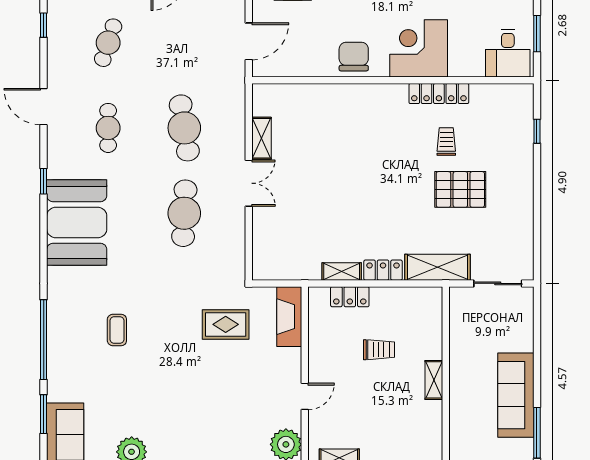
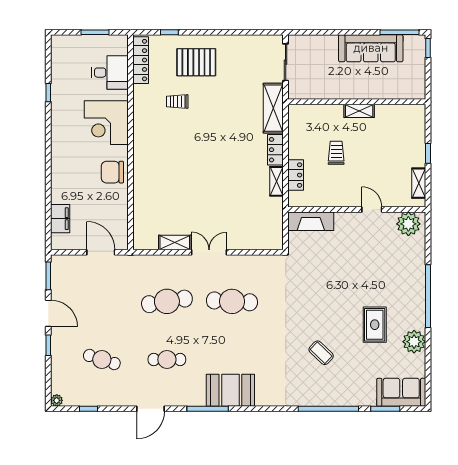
desk: (508, 53) -> (110, 73), moved
locker: (439, 94) -> (141, 60), moved
window: (44, 181) -> (208, 409), width x2.17
pallet: (460, 189) -> (196, 62), moved, turned 90
booth: (77, 222) -> (230, 390), width x0.73, depth x0.70
rug: (226, 324) -> (375, 325), moved
coffee table: (117, 330) -> (321, 353), turned 44

